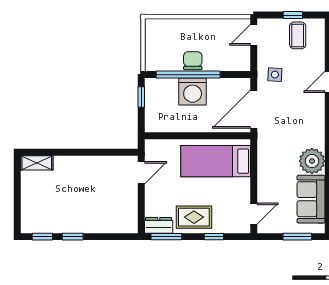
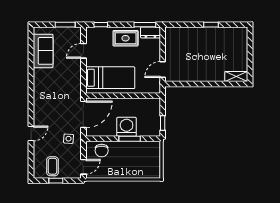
chair: (193, 61) -> (102, 151), moved
window: (188, 75) -> (130, 139), width x0.47
plant: (312, 161) -> (42, 78), removed
door: (254, 214) -> (83, 51), moved
window: (42, 237) -> (232, 25), removed
window: (214, 237) -> (101, 25), moved
window: (297, 237) -> (65, 25), moved

